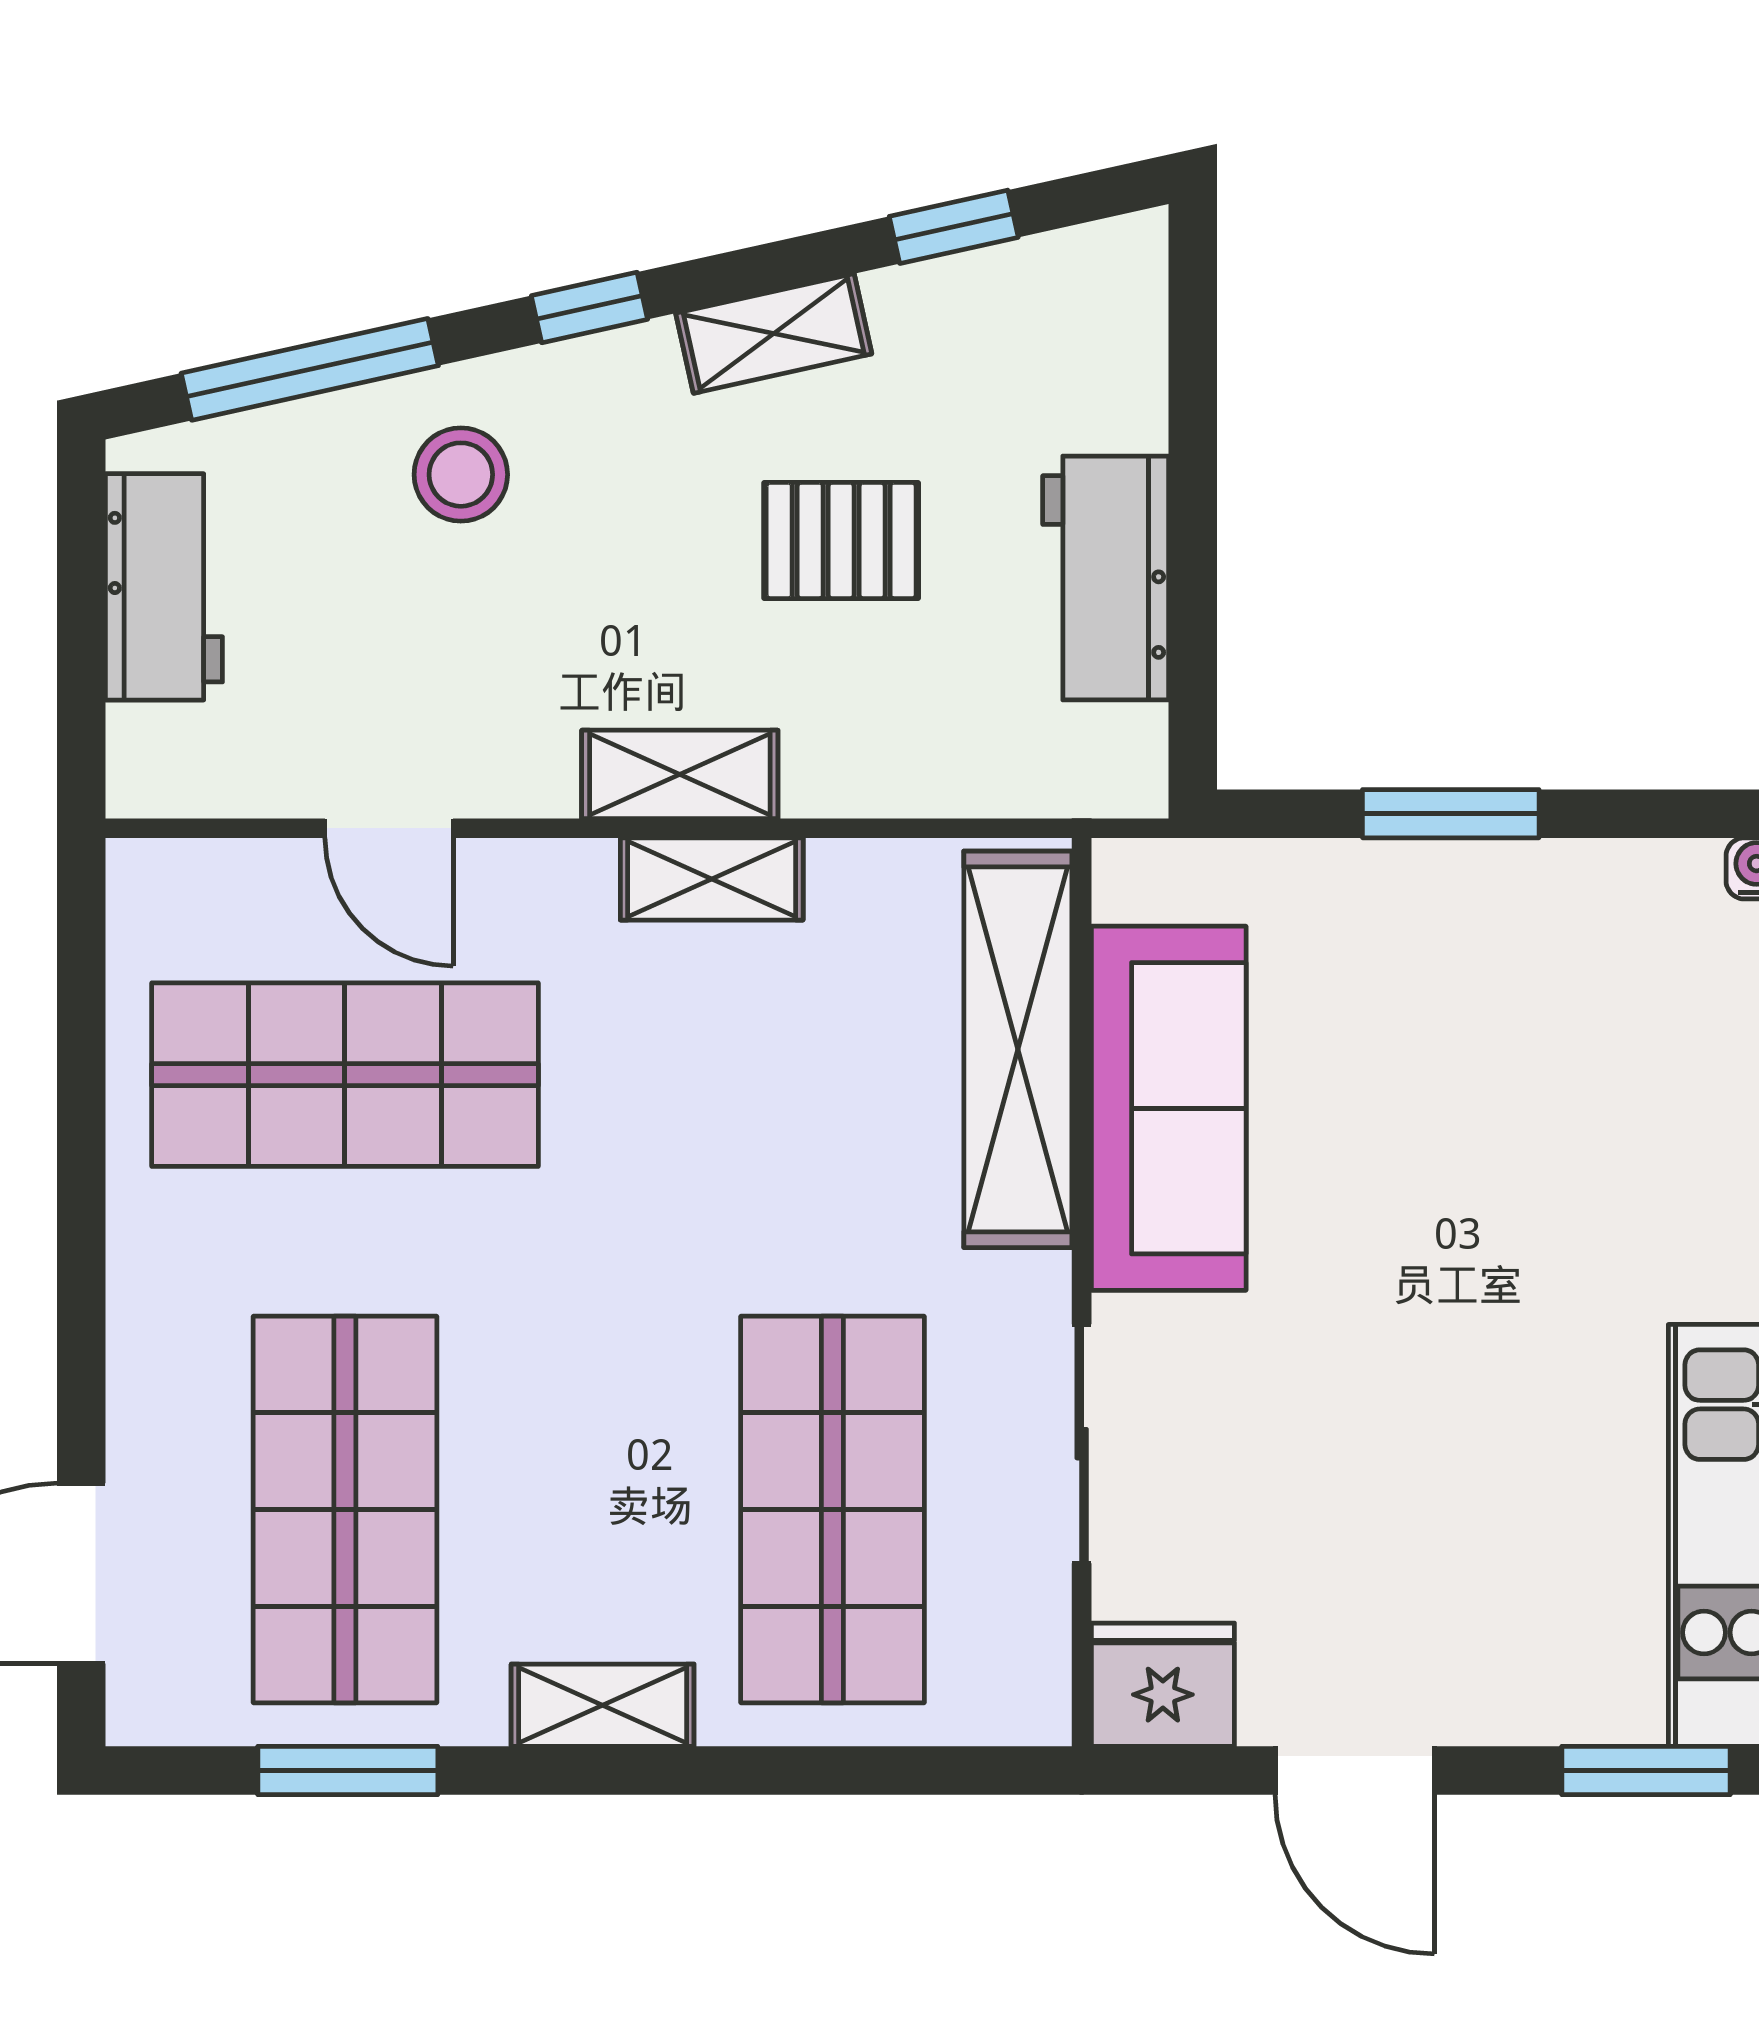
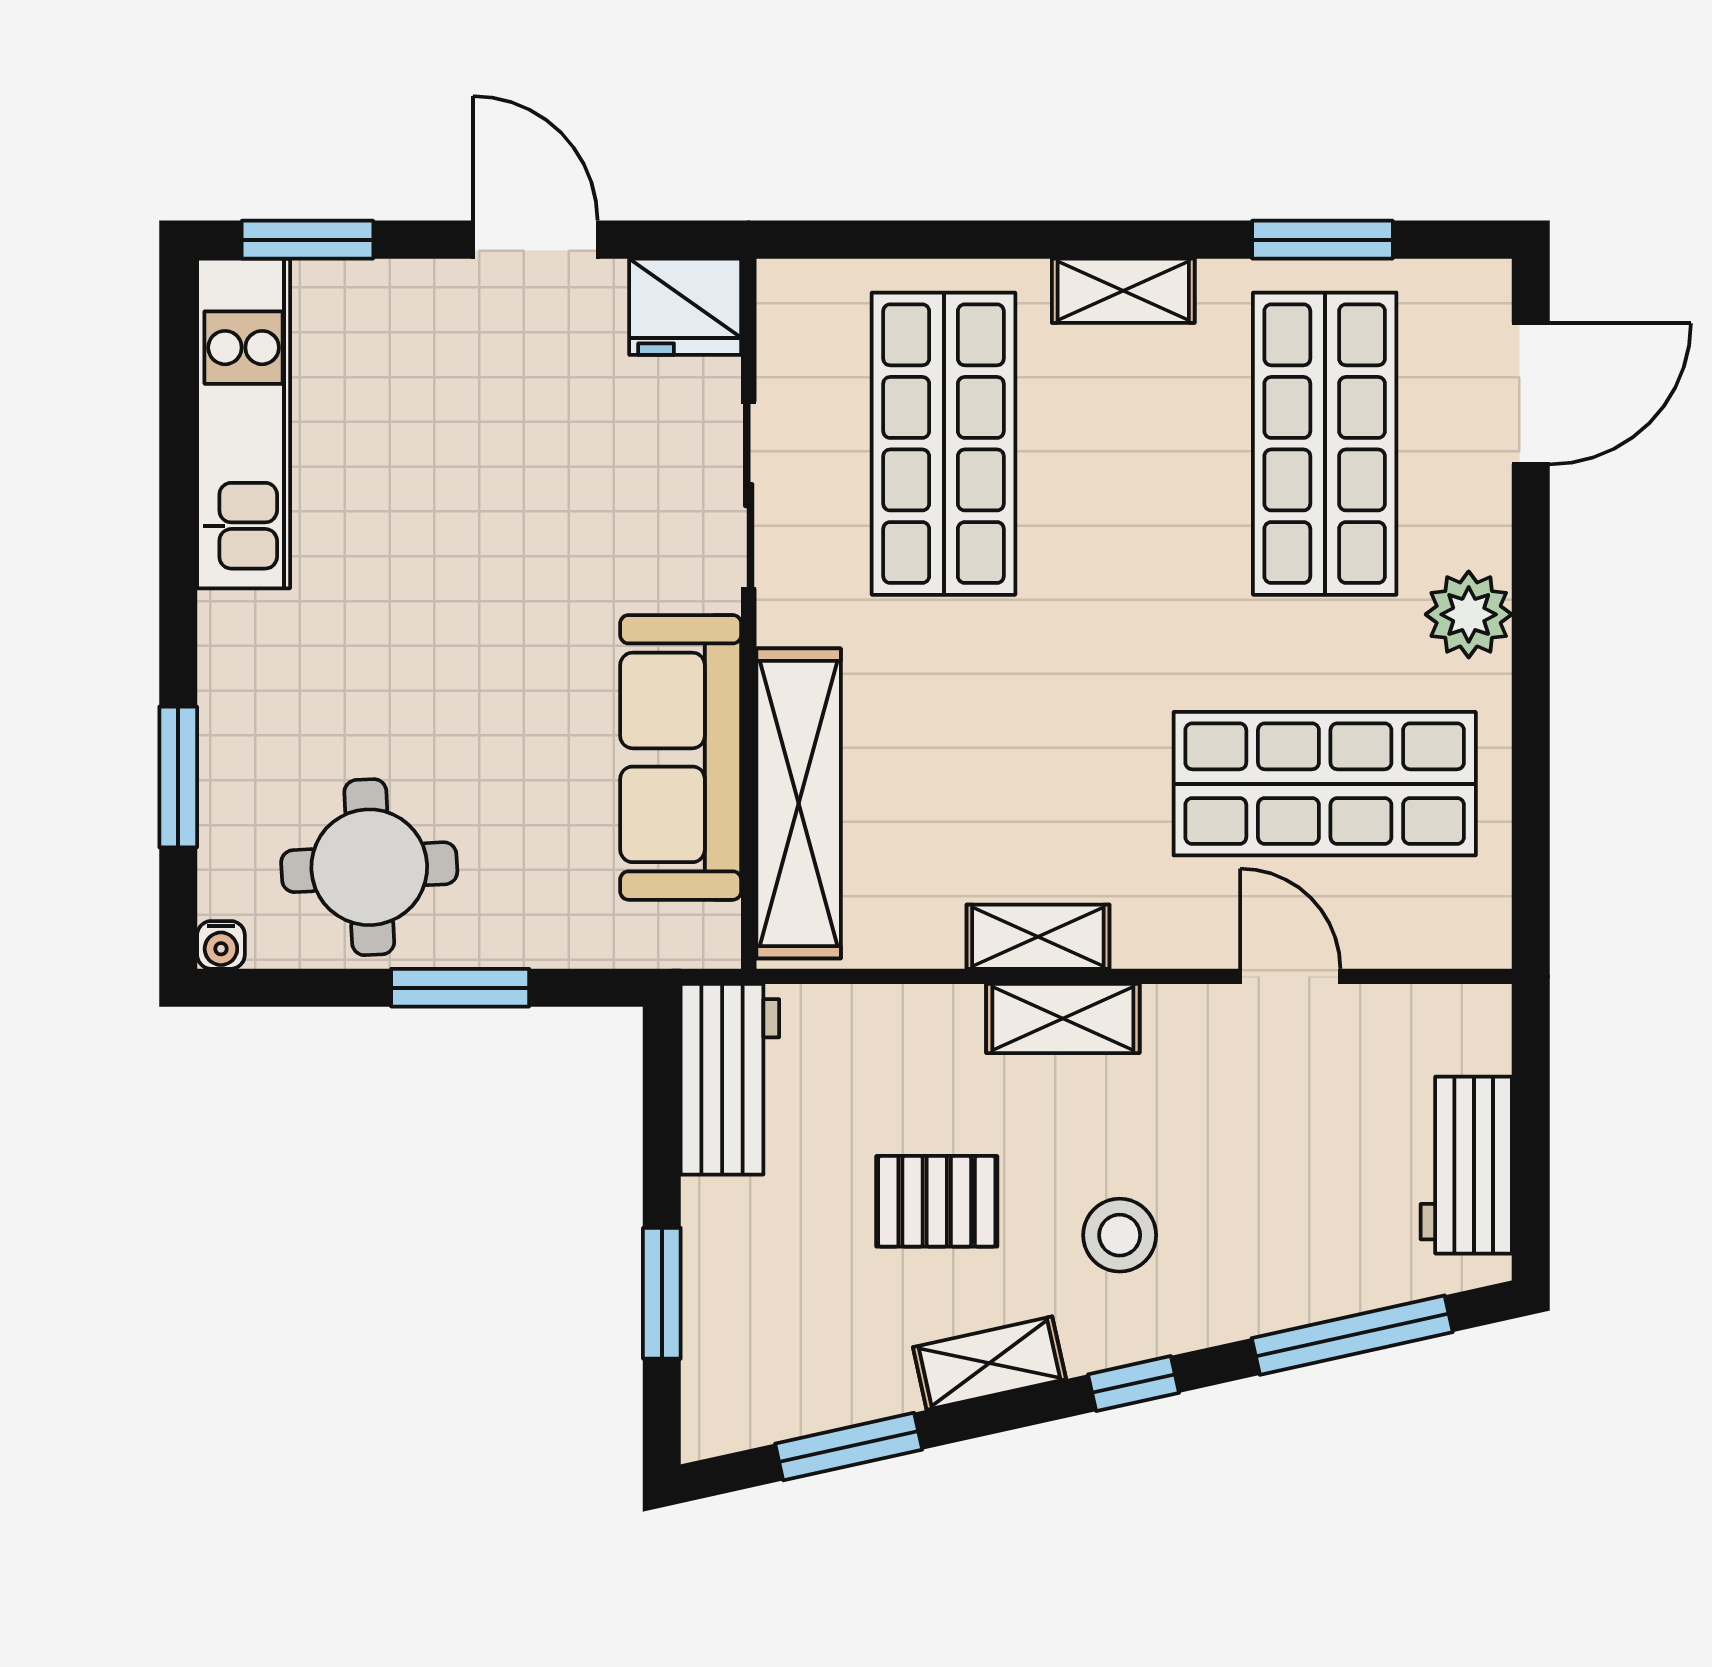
window: (954, 227) -> (849, 1447), width x1.50
window: (1193, 423) -> (662, 1293), added
stool: (461, 475) -> (1120, 1235), moved
workbench: (1106, 578) -> (730, 1079), moved
round table: (1567, 968) -> (369, 867), added
plant: (161, 1291) -> (1469, 614), added

